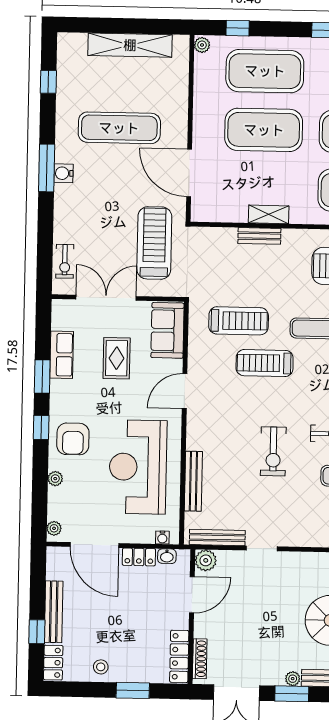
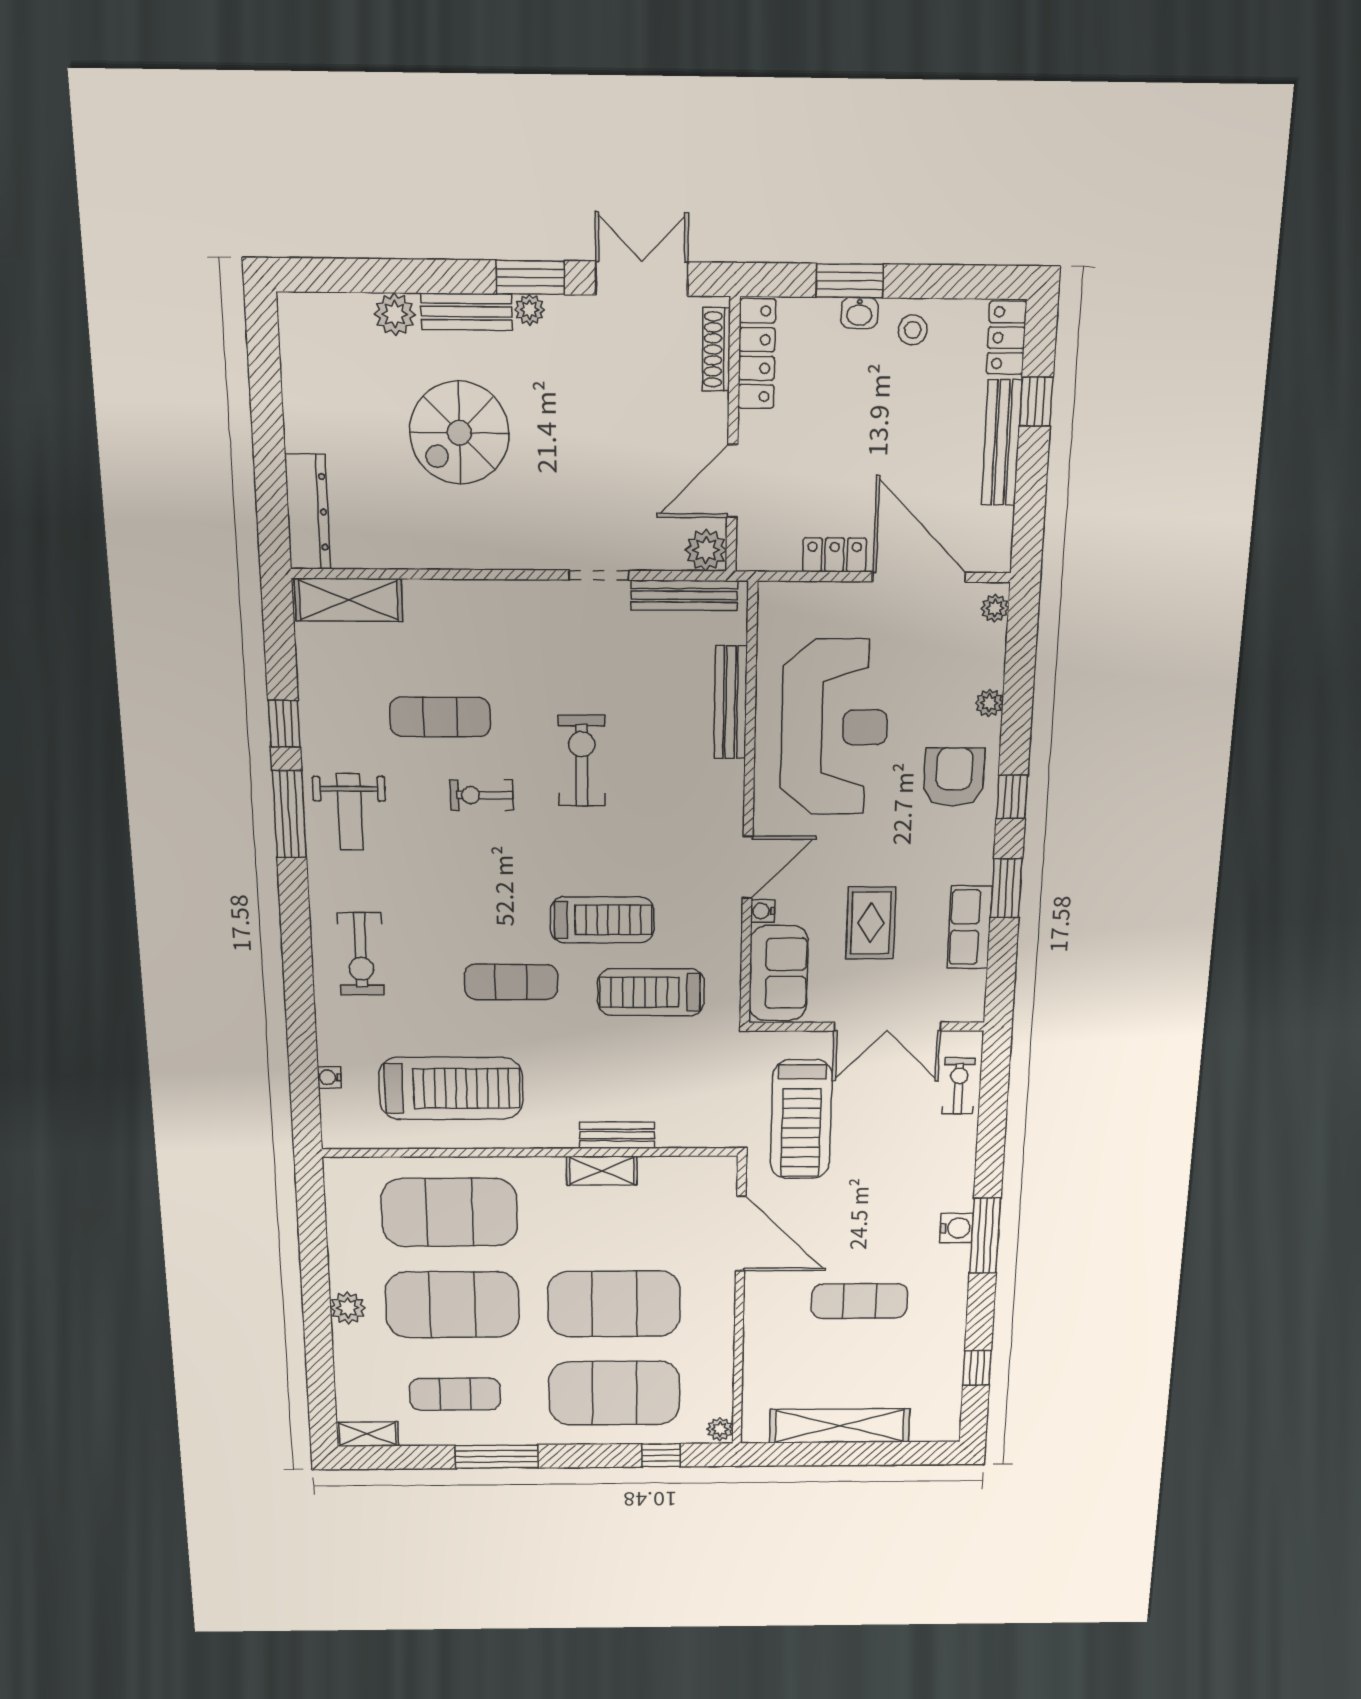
exercise mat: (119, 128) -> (859, 1301), width x0.73, depth x0.69
water cooler: (162, 538) -> (763, 911), moved, turned -90
washbasin: (167, 556) -> (859, 313), moved, turned 180

